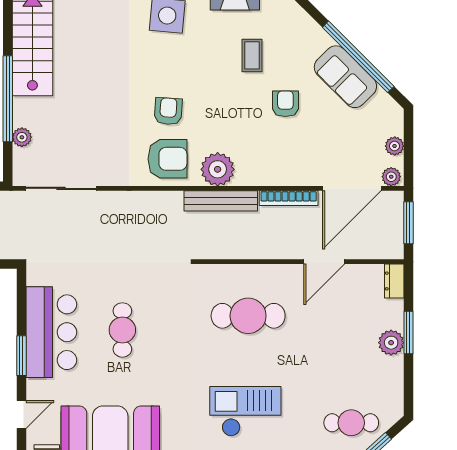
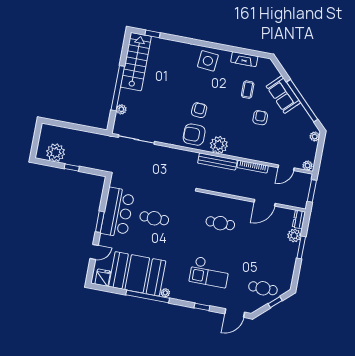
sofa: (345, 77) -> (283, 95), moved
plant: (395, 146) -> (315, 137), moved
armchair: (167, 159) -> (194, 135), turned 180
door: (352, 188) -> (286, 168), width x0.53
cafe table: (248, 316) -> (220, 223), width x0.73, depth x0.74
cafe table: (122, 330) -> (154, 218), turned 90
plant: (391, 343) -> (294, 235), moved
checkout: (245, 411) -> (210, 272), turned 180

